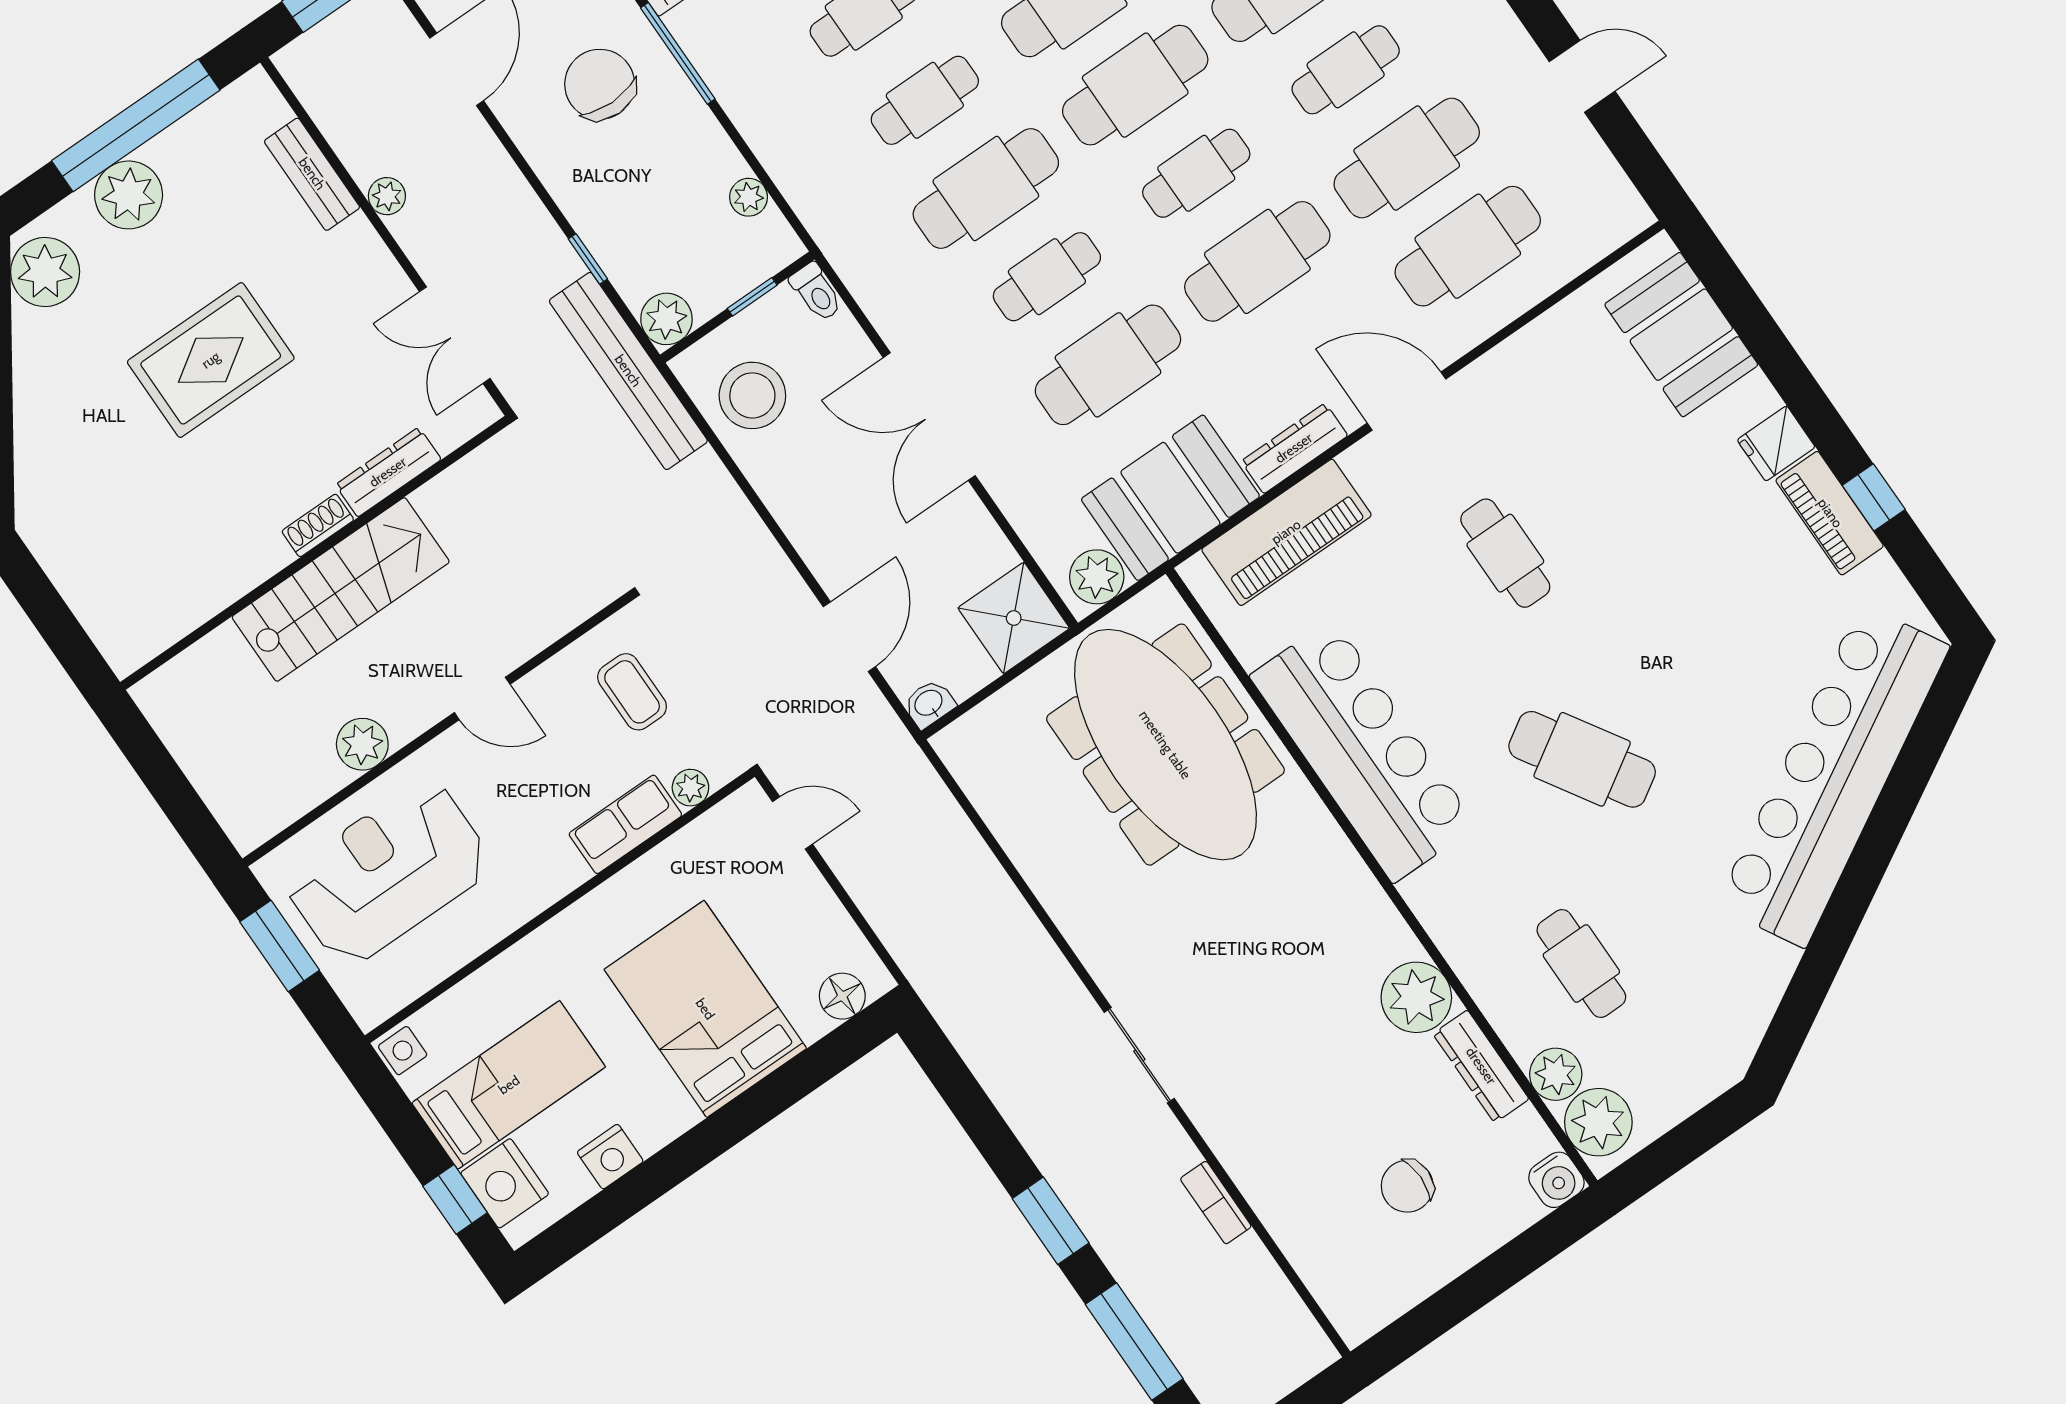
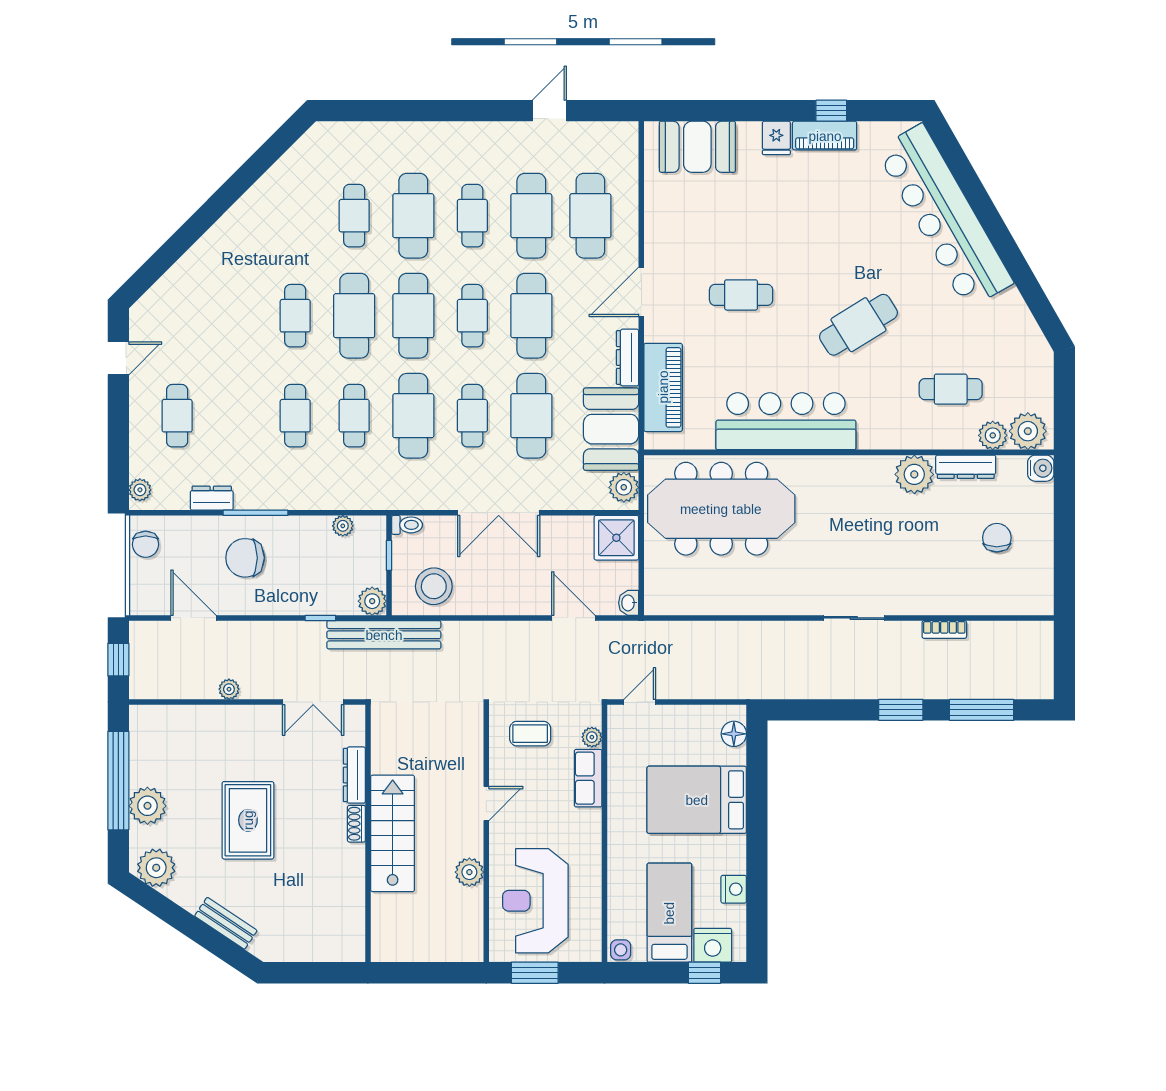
bench: (312, 174) -> (226, 923), moved, turned 34
chair: (1407, 1186) -> (997, 538), turned 180

